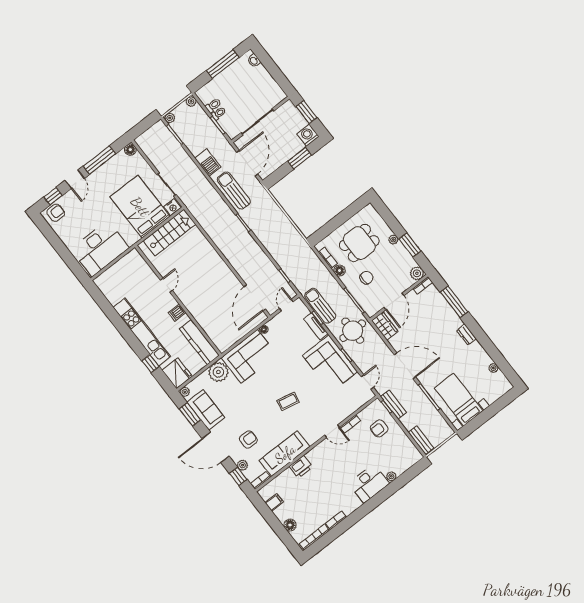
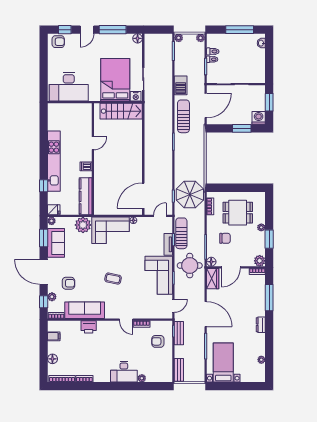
parasol: (299, 262) -> (190, 194), added
floor lamp: (339, 271) -> (211, 262), moved
fridge: (177, 373) -> (54, 210), width x0.53, depth x0.75

